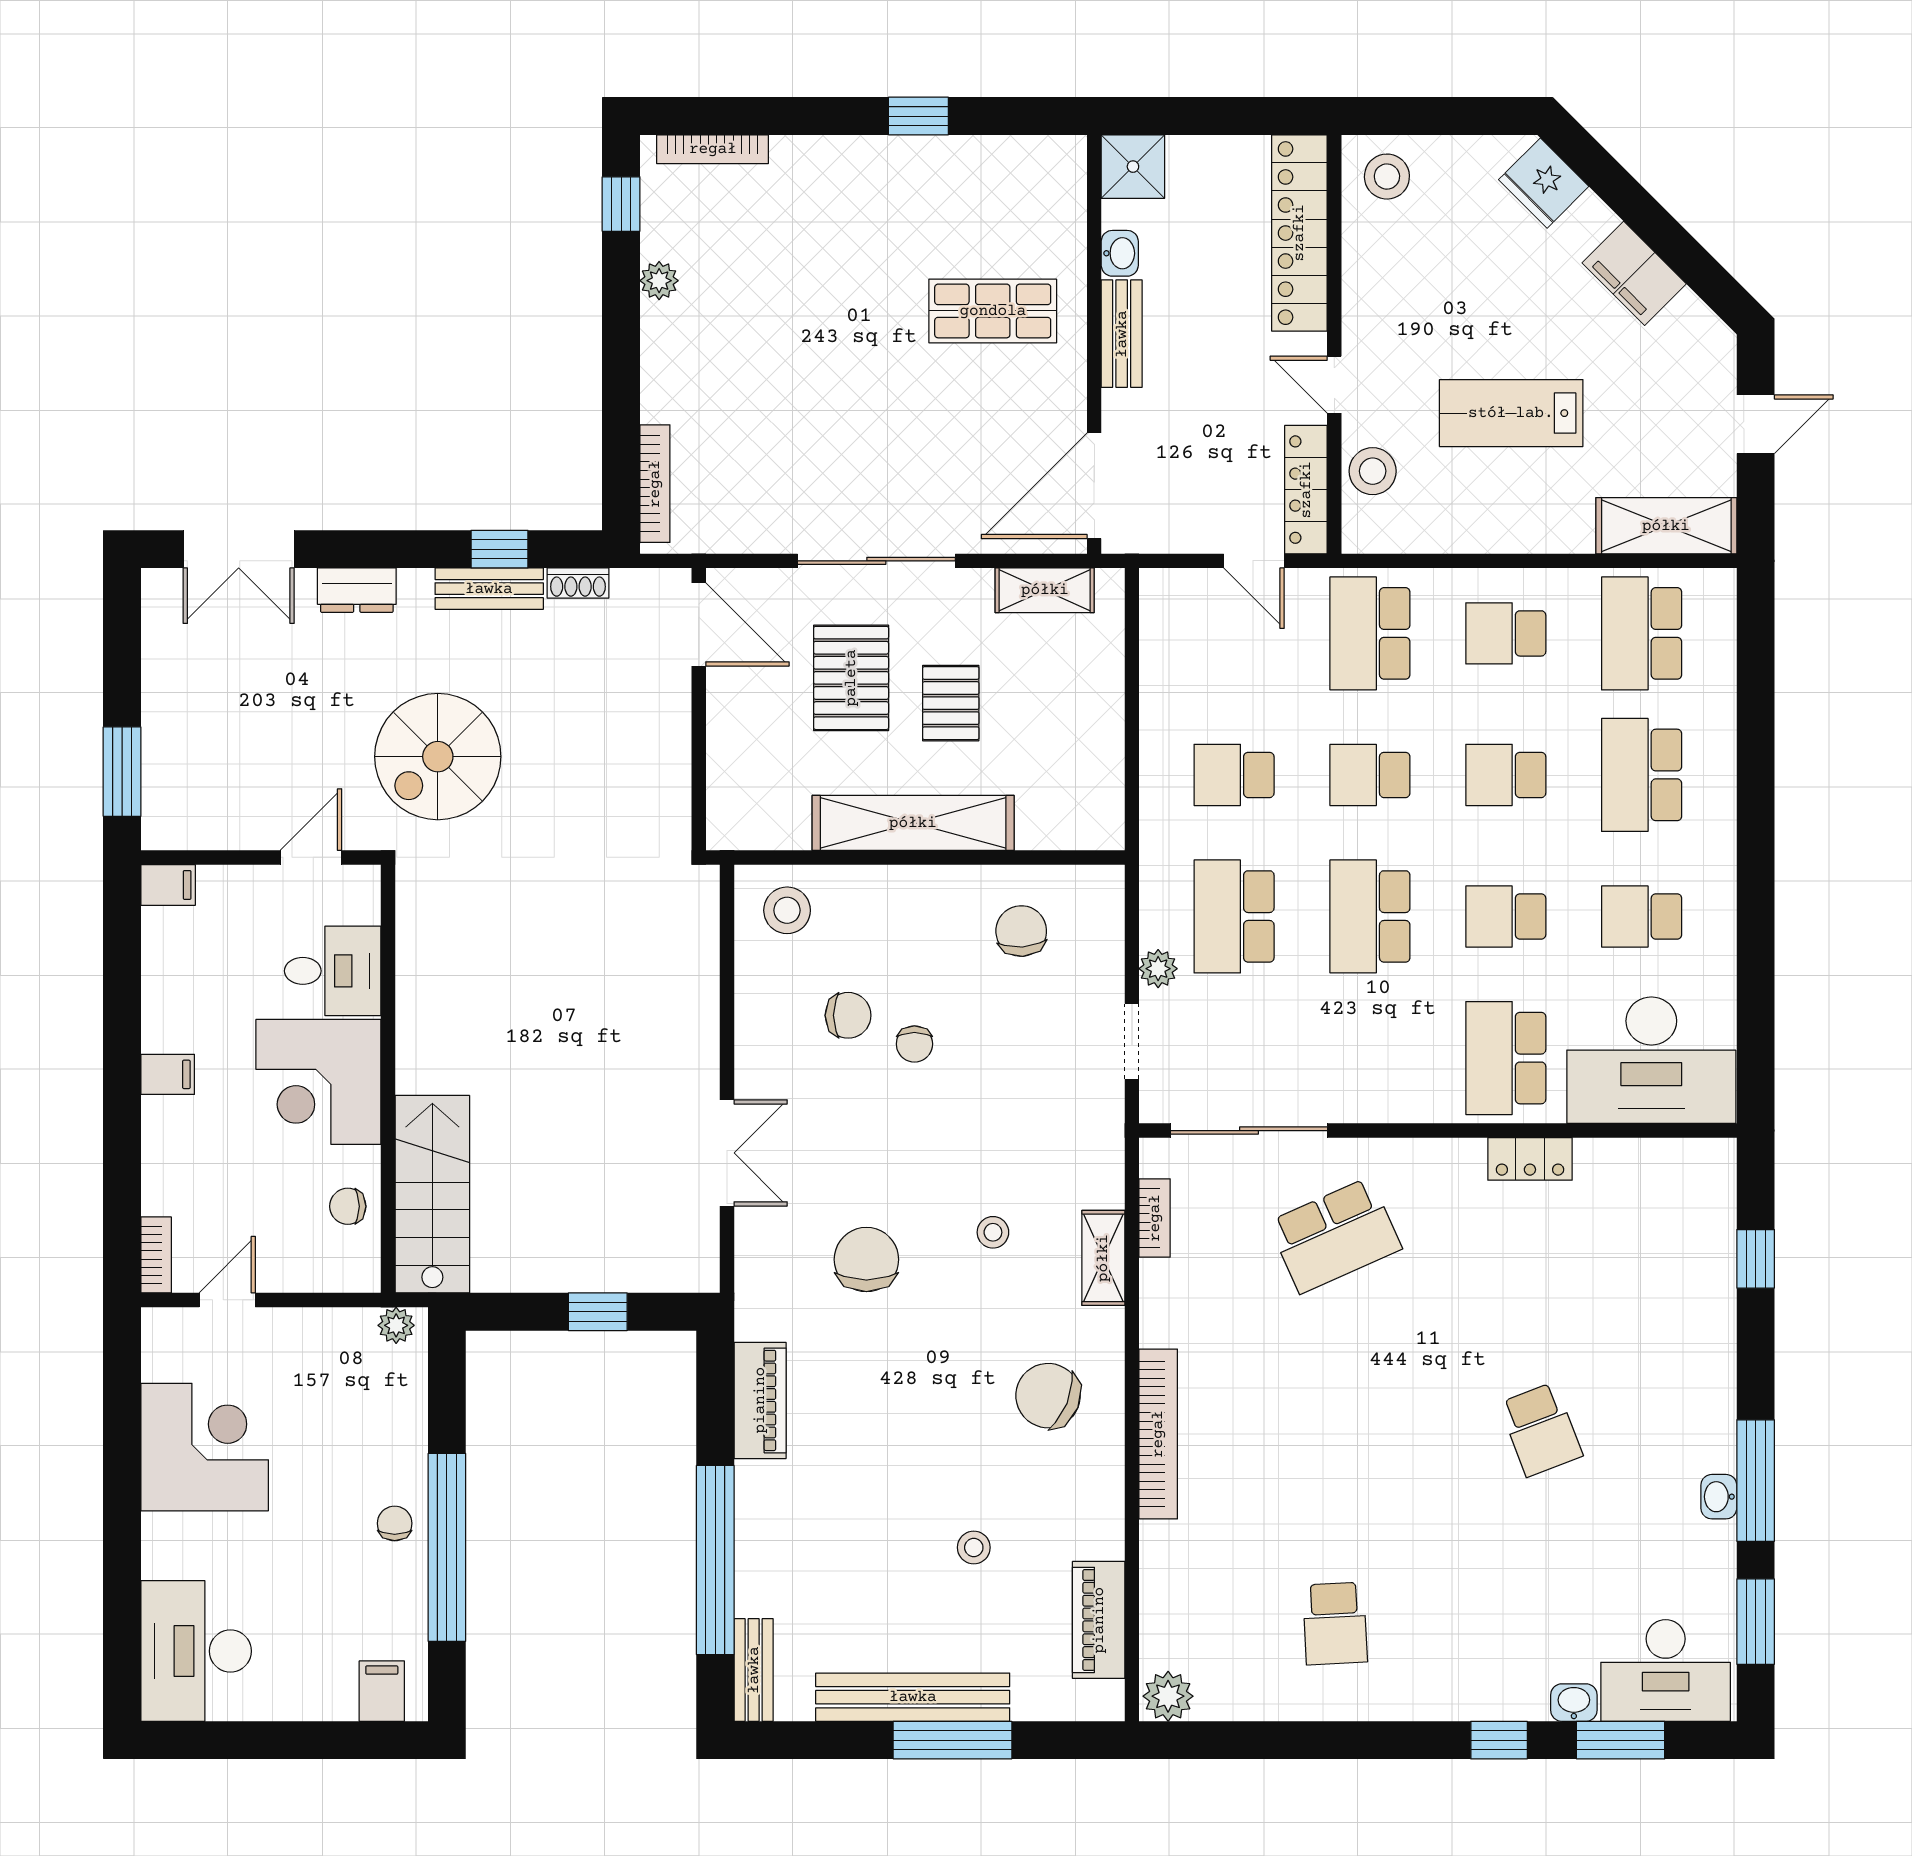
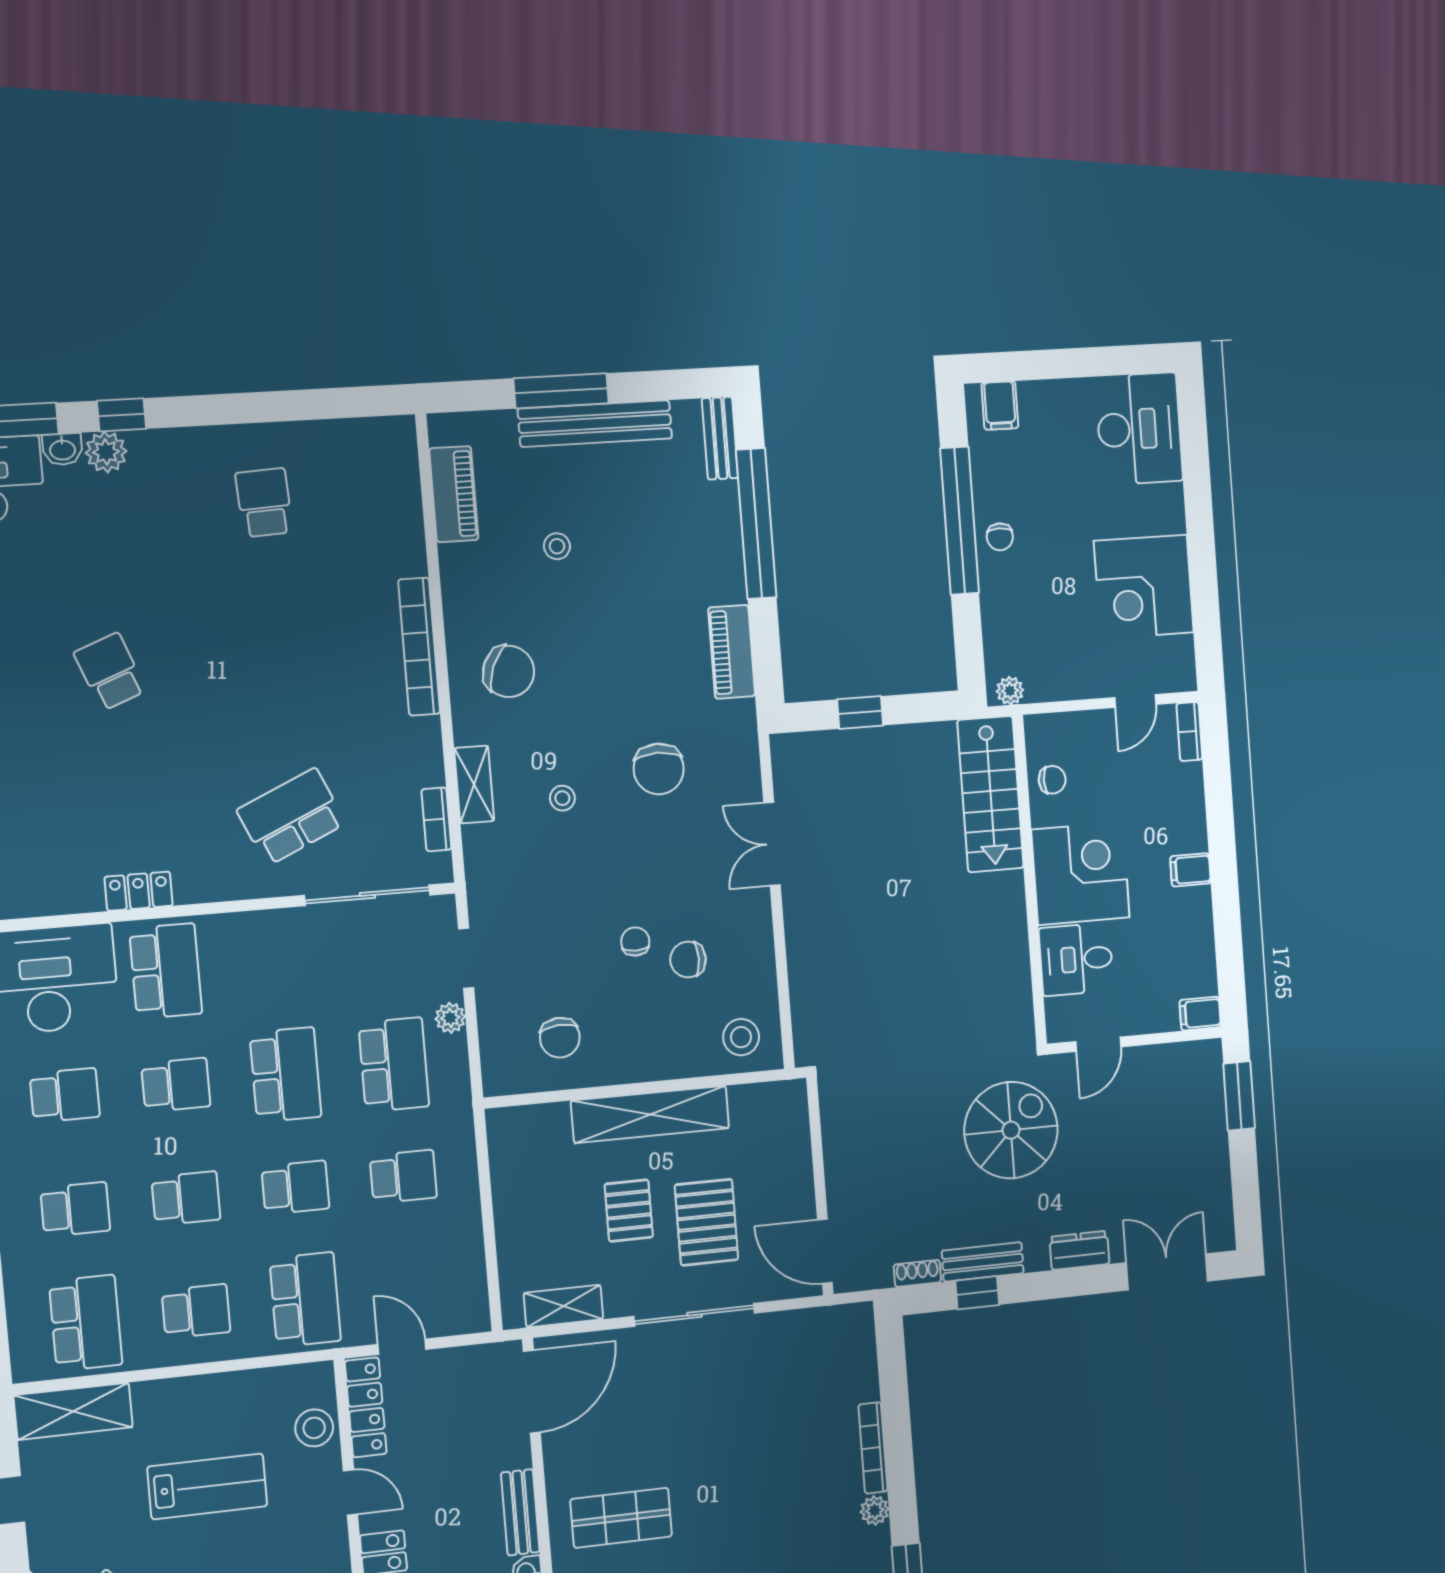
bookcase: (655, 484) -> (873, 1448), moved
school desk: (1642, 775) -> (75, 1209), width x0.54
plant: (1168, 1696) -> (106, 452), moved

